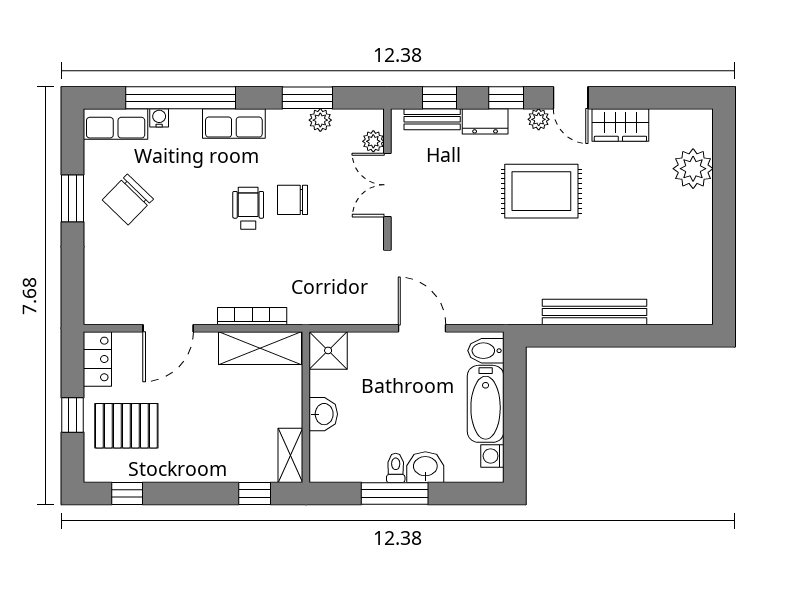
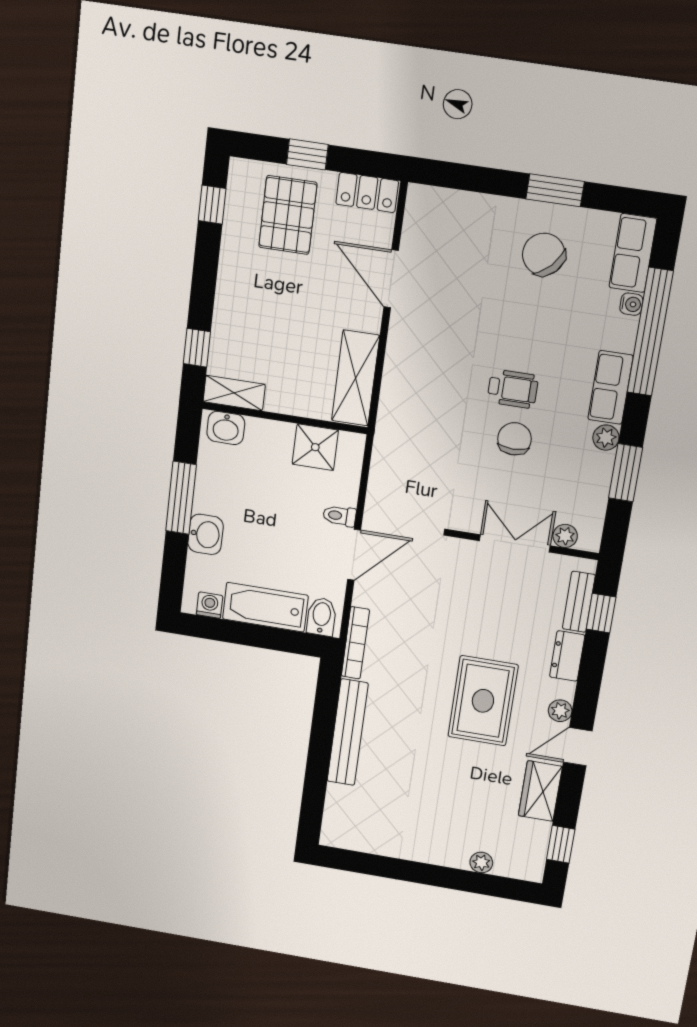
window: (506, 98) -> (561, 844), moved
plant: (320, 120) -> (606, 438), moved
plant: (693, 169) -> (481, 862), width x0.53, depth x0.53
bookcase: (252, 316) -> (355, 643), moved
shower: (328, 350) -> (315, 447), moved
washbasin: (323, 414) -> (226, 428), moved
toilet: (396, 468) -> (339, 516), moved, turned 180

